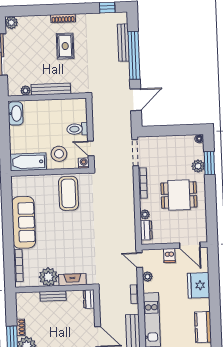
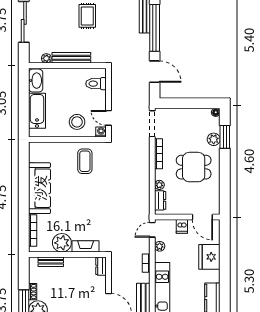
door: (136, 100) -> (155, 72), hinge flipped
toilet: (77, 129) -> (96, 84), moved
bathtub: (28, 162) -> (37, 111), moved, turned 90
coffee table: (68, 193) -> (85, 161), width x0.73, depth x0.76
door: (139, 260) -> (152, 230), hinge flipped
bench: (53, 296) -> (51, 262), moved

